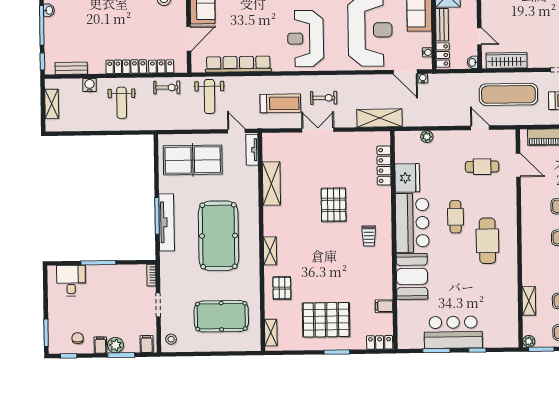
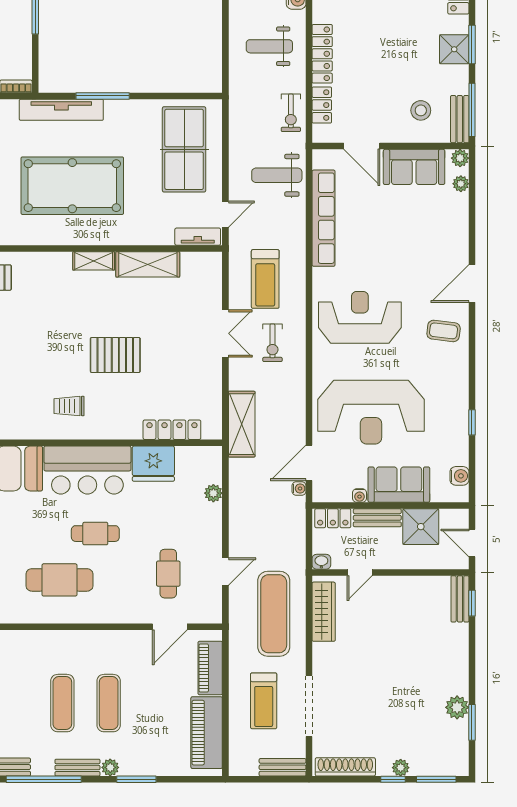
water cooler: (427, 52) -> (360, 495), moved
tv unit: (167, 222) -> (61, 110), moved
shelving: (270, 251) -> (94, 261), moved

